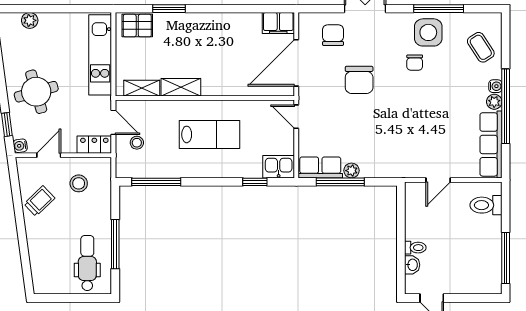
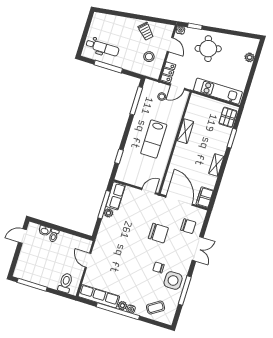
chair: (359, 80) -> (158, 233), turned 180
shelving: (142, 88) -> (216, 165), moved
kitchen sink: (279, 167) -> (123, 172), removed

